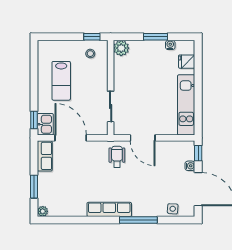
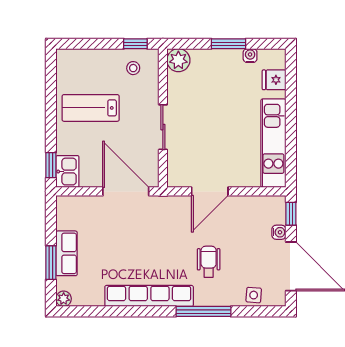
lab bench: (61, 81) -> (91, 108), turned 90
sliding door: (111, 107) -> (163, 127), moved
door: (71, 138) -> (126, 191), moved
door: (143, 138) -> (210, 191), hinge flipped
row of seats: (45, 156) -> (67, 253), moved
wheelchair: (117, 157) -> (209, 262), moved
row of seats: (109, 209) -> (149, 296), width x1.36

